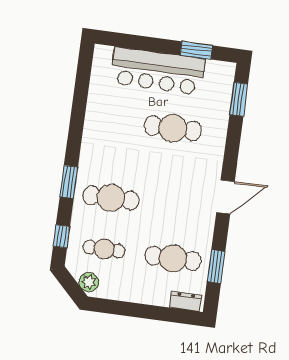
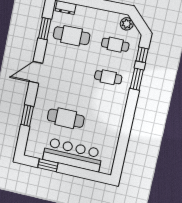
window: (239, 99) -> (27, 116), moved
window: (69, 182) -> (137, 79), moved
cafe table: (111, 198) -> (108, 77), width x0.73, depth x0.74

